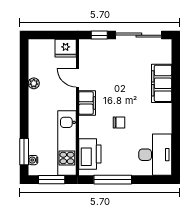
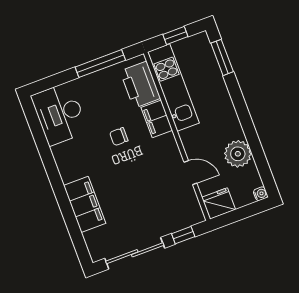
plant: (34, 83) -> (238, 154), width x1.87, depth x1.87
filing cabinet: (87, 103) -> (157, 119), moved
water cooler: (33, 160) -> (261, 194), moved
window: (52, 180) -> (175, 36), width x0.67

